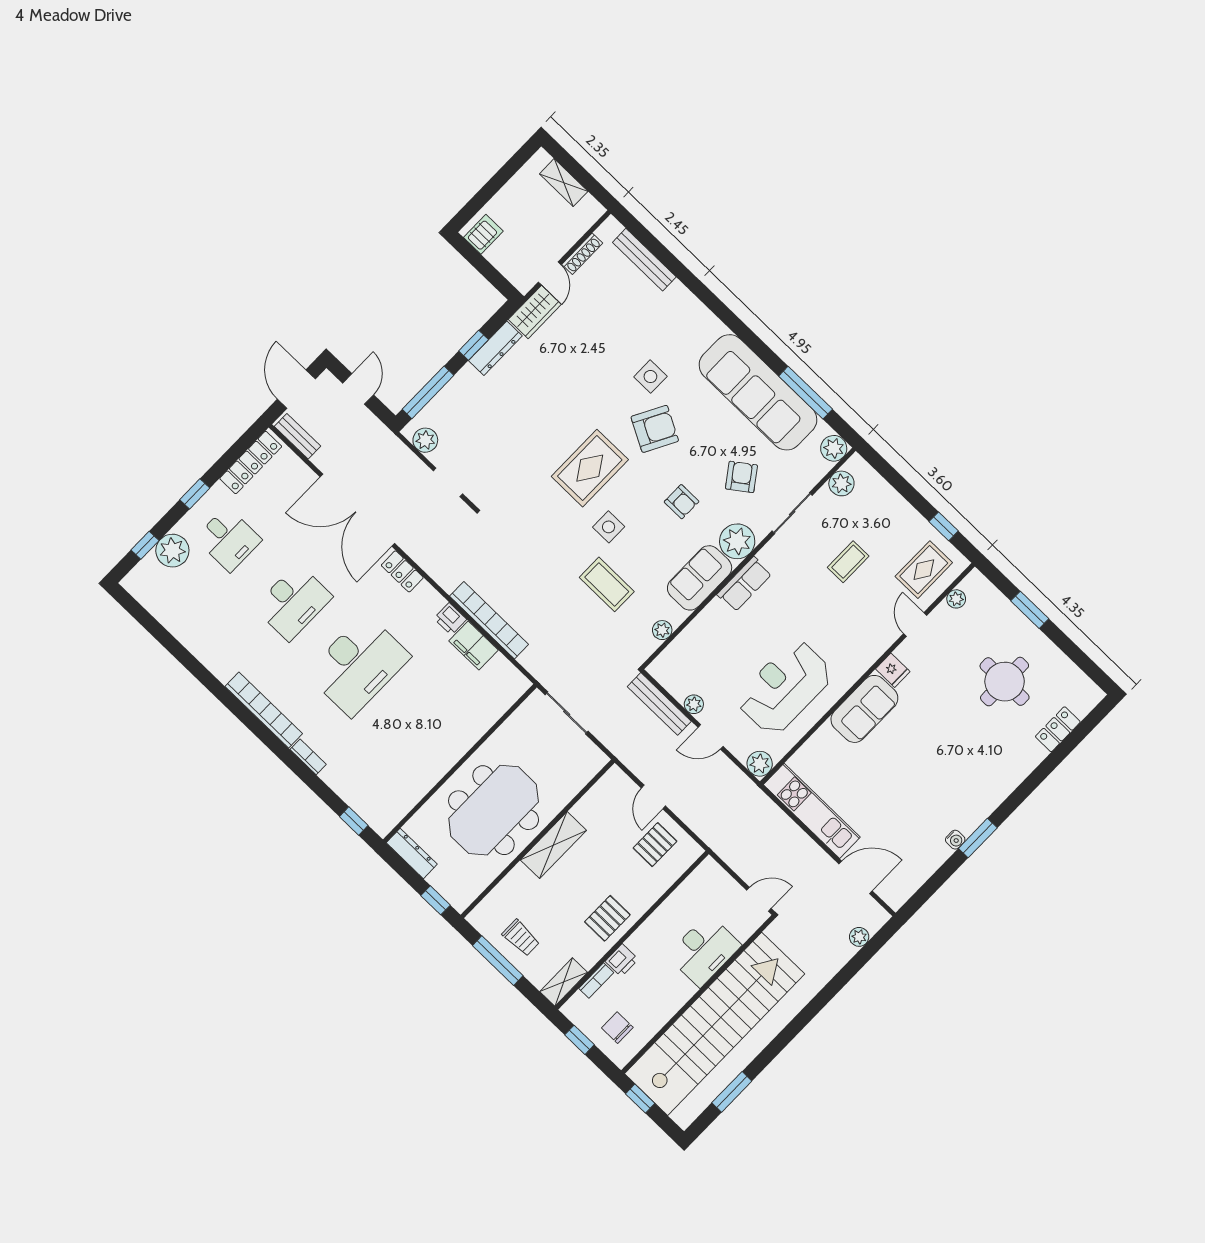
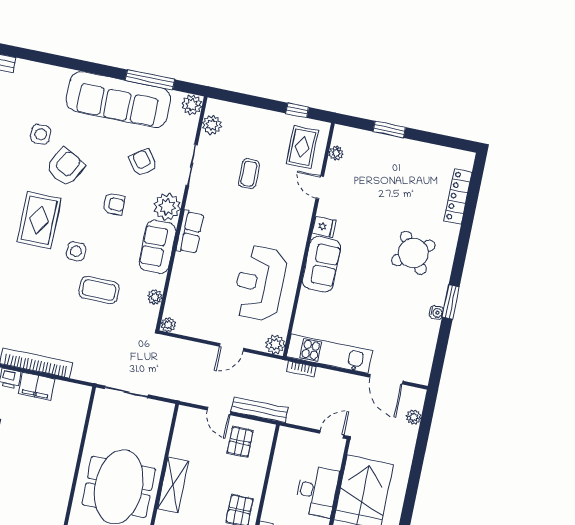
round table: (1005, 682) -> (413, 253), moved, turned -36
bench: (659, 704) -> (260, 410), moved
plant: (694, 704) -> (168, 325), moved
locker: (1058, 729) -> (458, 197), width x1.53
bookcase: (771, 808) -> (301, 369), added
door: (856, 877) -> (386, 379), swing flipped

